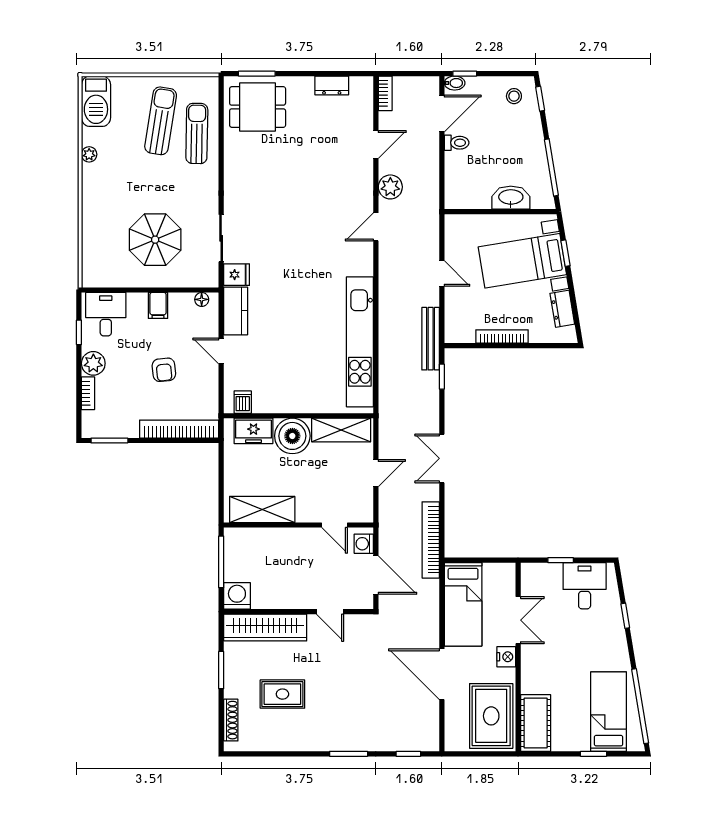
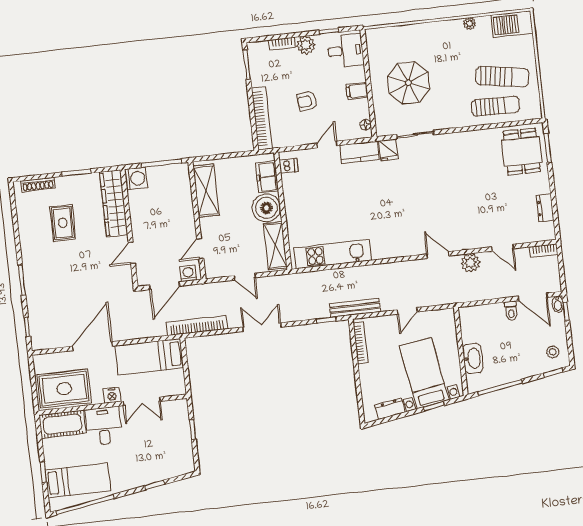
bookcase: (502, 336) -> (361, 343), moved
kitchen unit: (360, 342) -> (333, 254), width x0.73
desk: (585, 586) -> (104, 426), moved, turned -90

